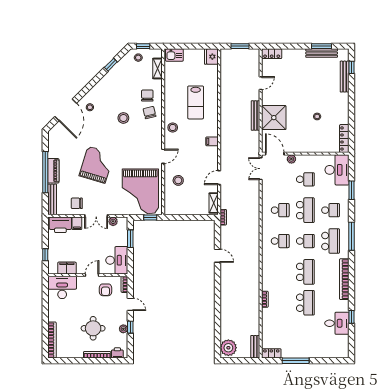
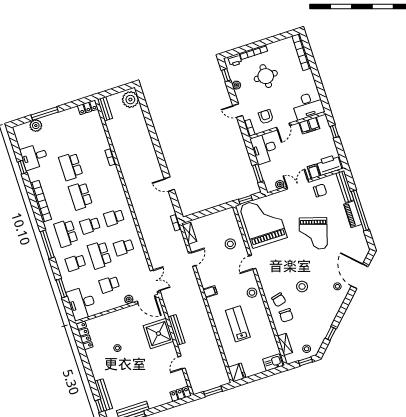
window: (130, 327) -> (226, 75), moved
plant: (326, 352) -> (36, 126), added
window: (296, 361) -> (45, 114), moved

